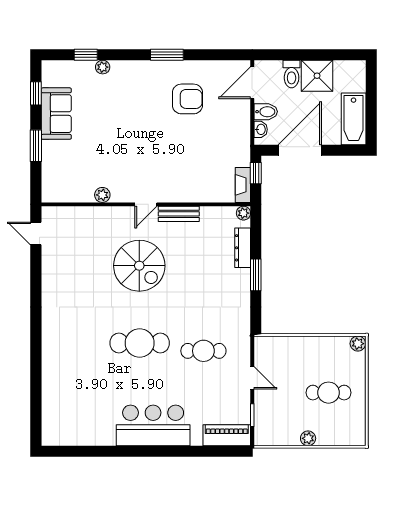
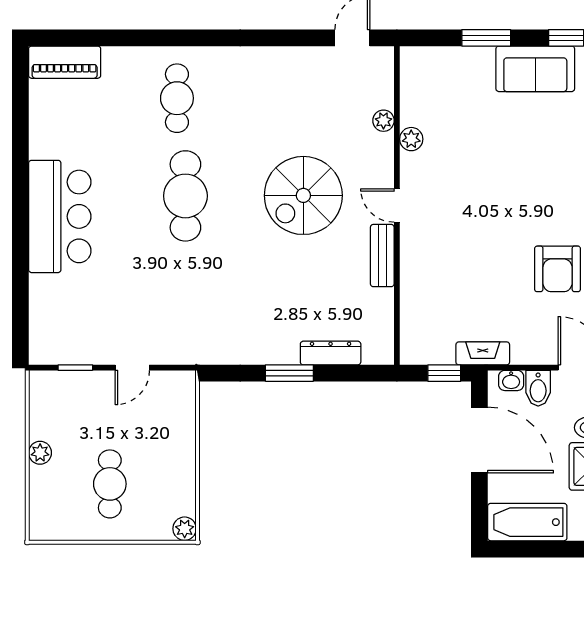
fireplace: (243, 185) -> (483, 353), moved
plant: (243, 213) -> (383, 121), moved
cafe table: (203, 351) -> (177, 98), moved
piano: (227, 435) -> (65, 62), moved, turned 90

